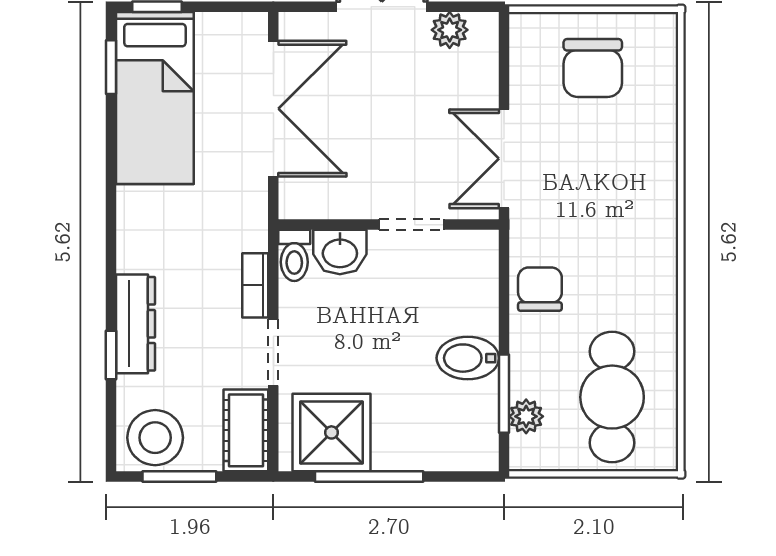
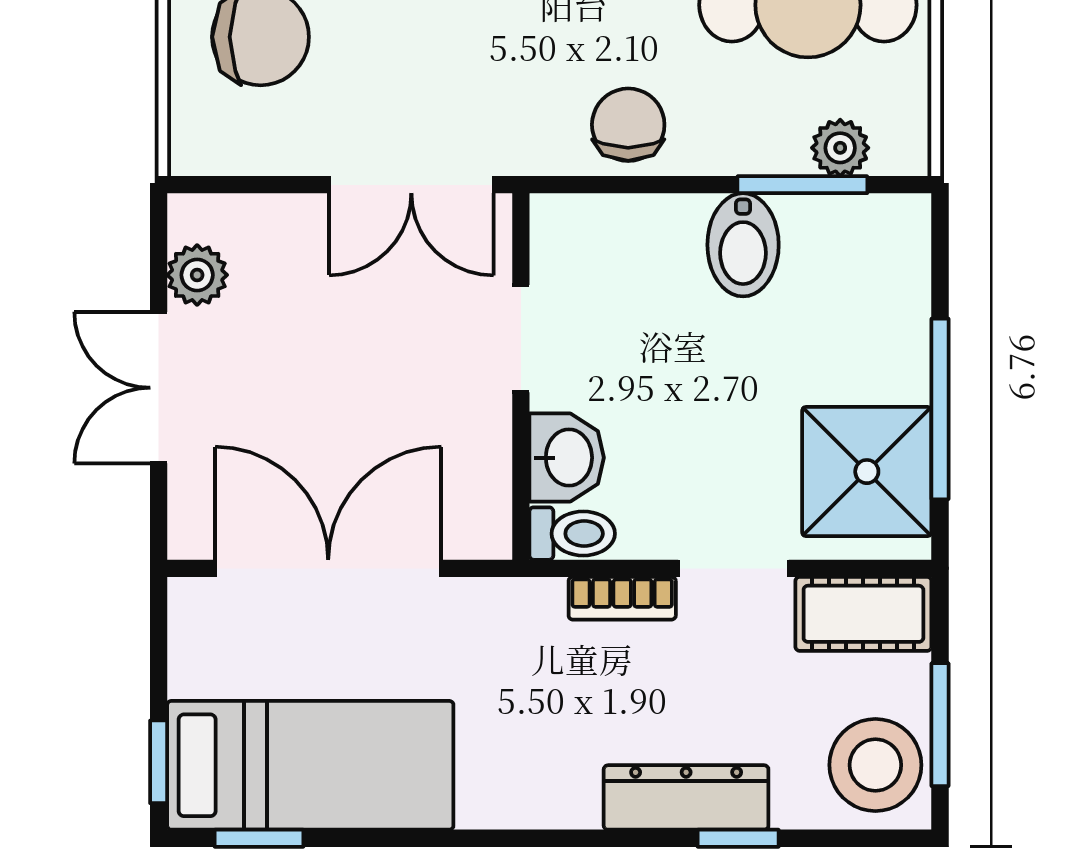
chair: (540, 289) -> (628, 125), turned 90

